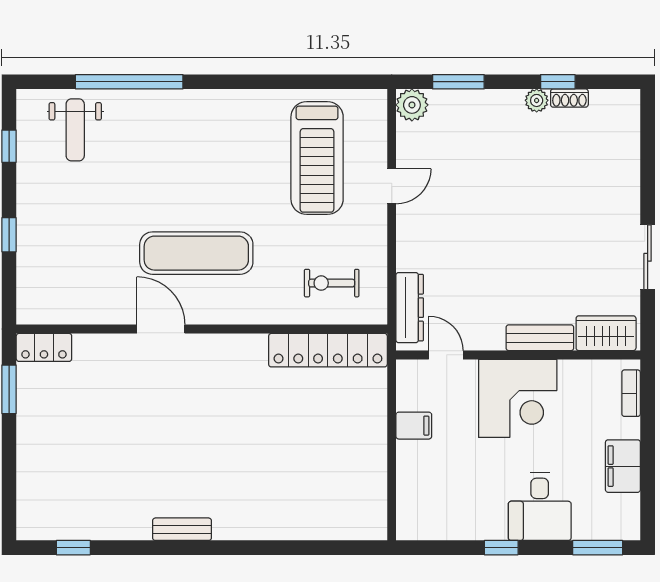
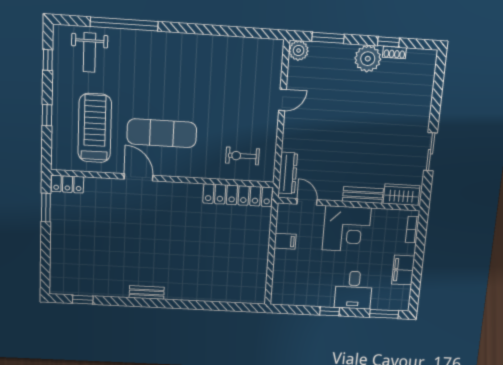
plant: (537, 100) -> (368, 59), width x1.88, depth x1.88
treadmill: (317, 158) -> (95, 128), moved, turned 180

